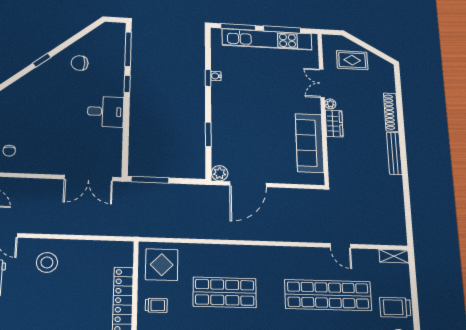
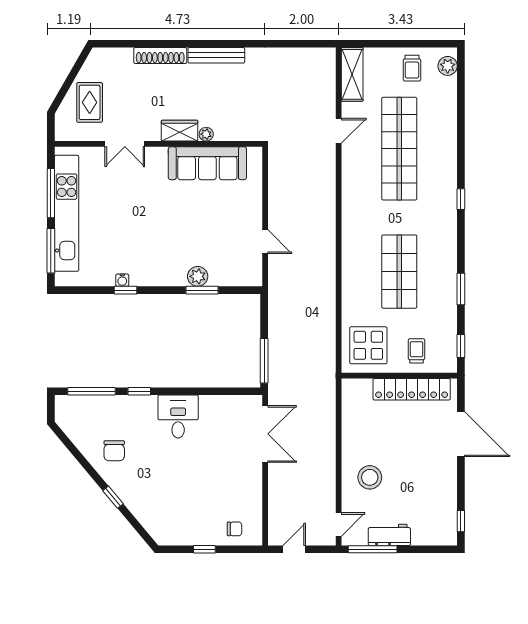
plant: (330, 104) -> (206, 134), moved
plant: (220, 173) -> (198, 276), moved
door: (248, 184) -> (265, 242), width x0.53
shelving: (394, 256) -> (352, 74), width x1.50, depth x1.33
trolley: (395, 307) -> (412, 68), width x0.73, depth x0.72

